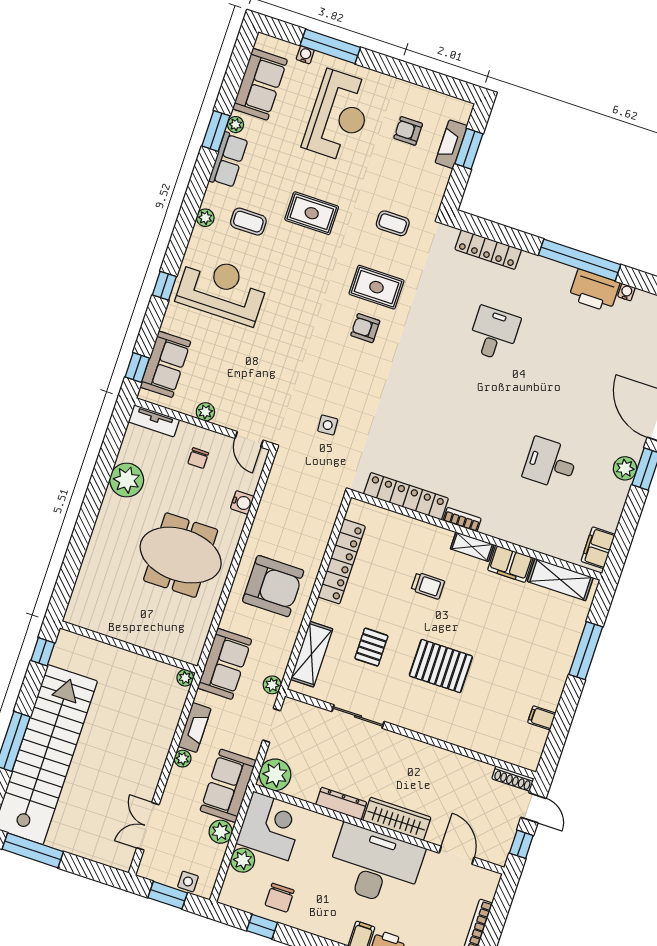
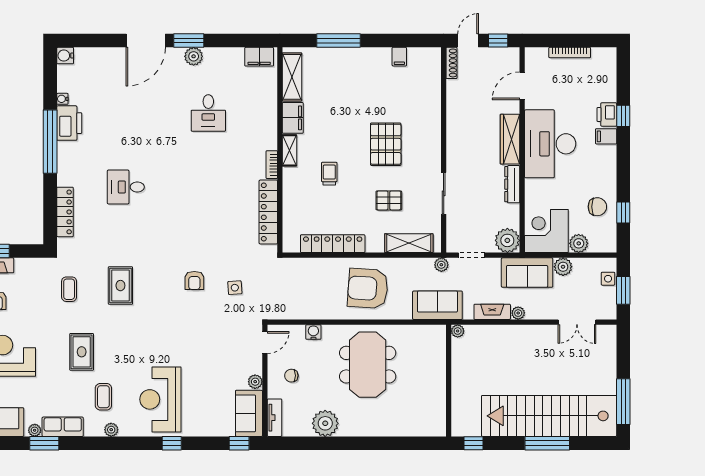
armchair: (365, 328) -> (194, 280), moved
sofa: (165, 364) -> (249, 413), moved, turned -90
chair: (198, 458) -> (291, 376), turned 180
armchair: (273, 586) -> (368, 288), turned -86

